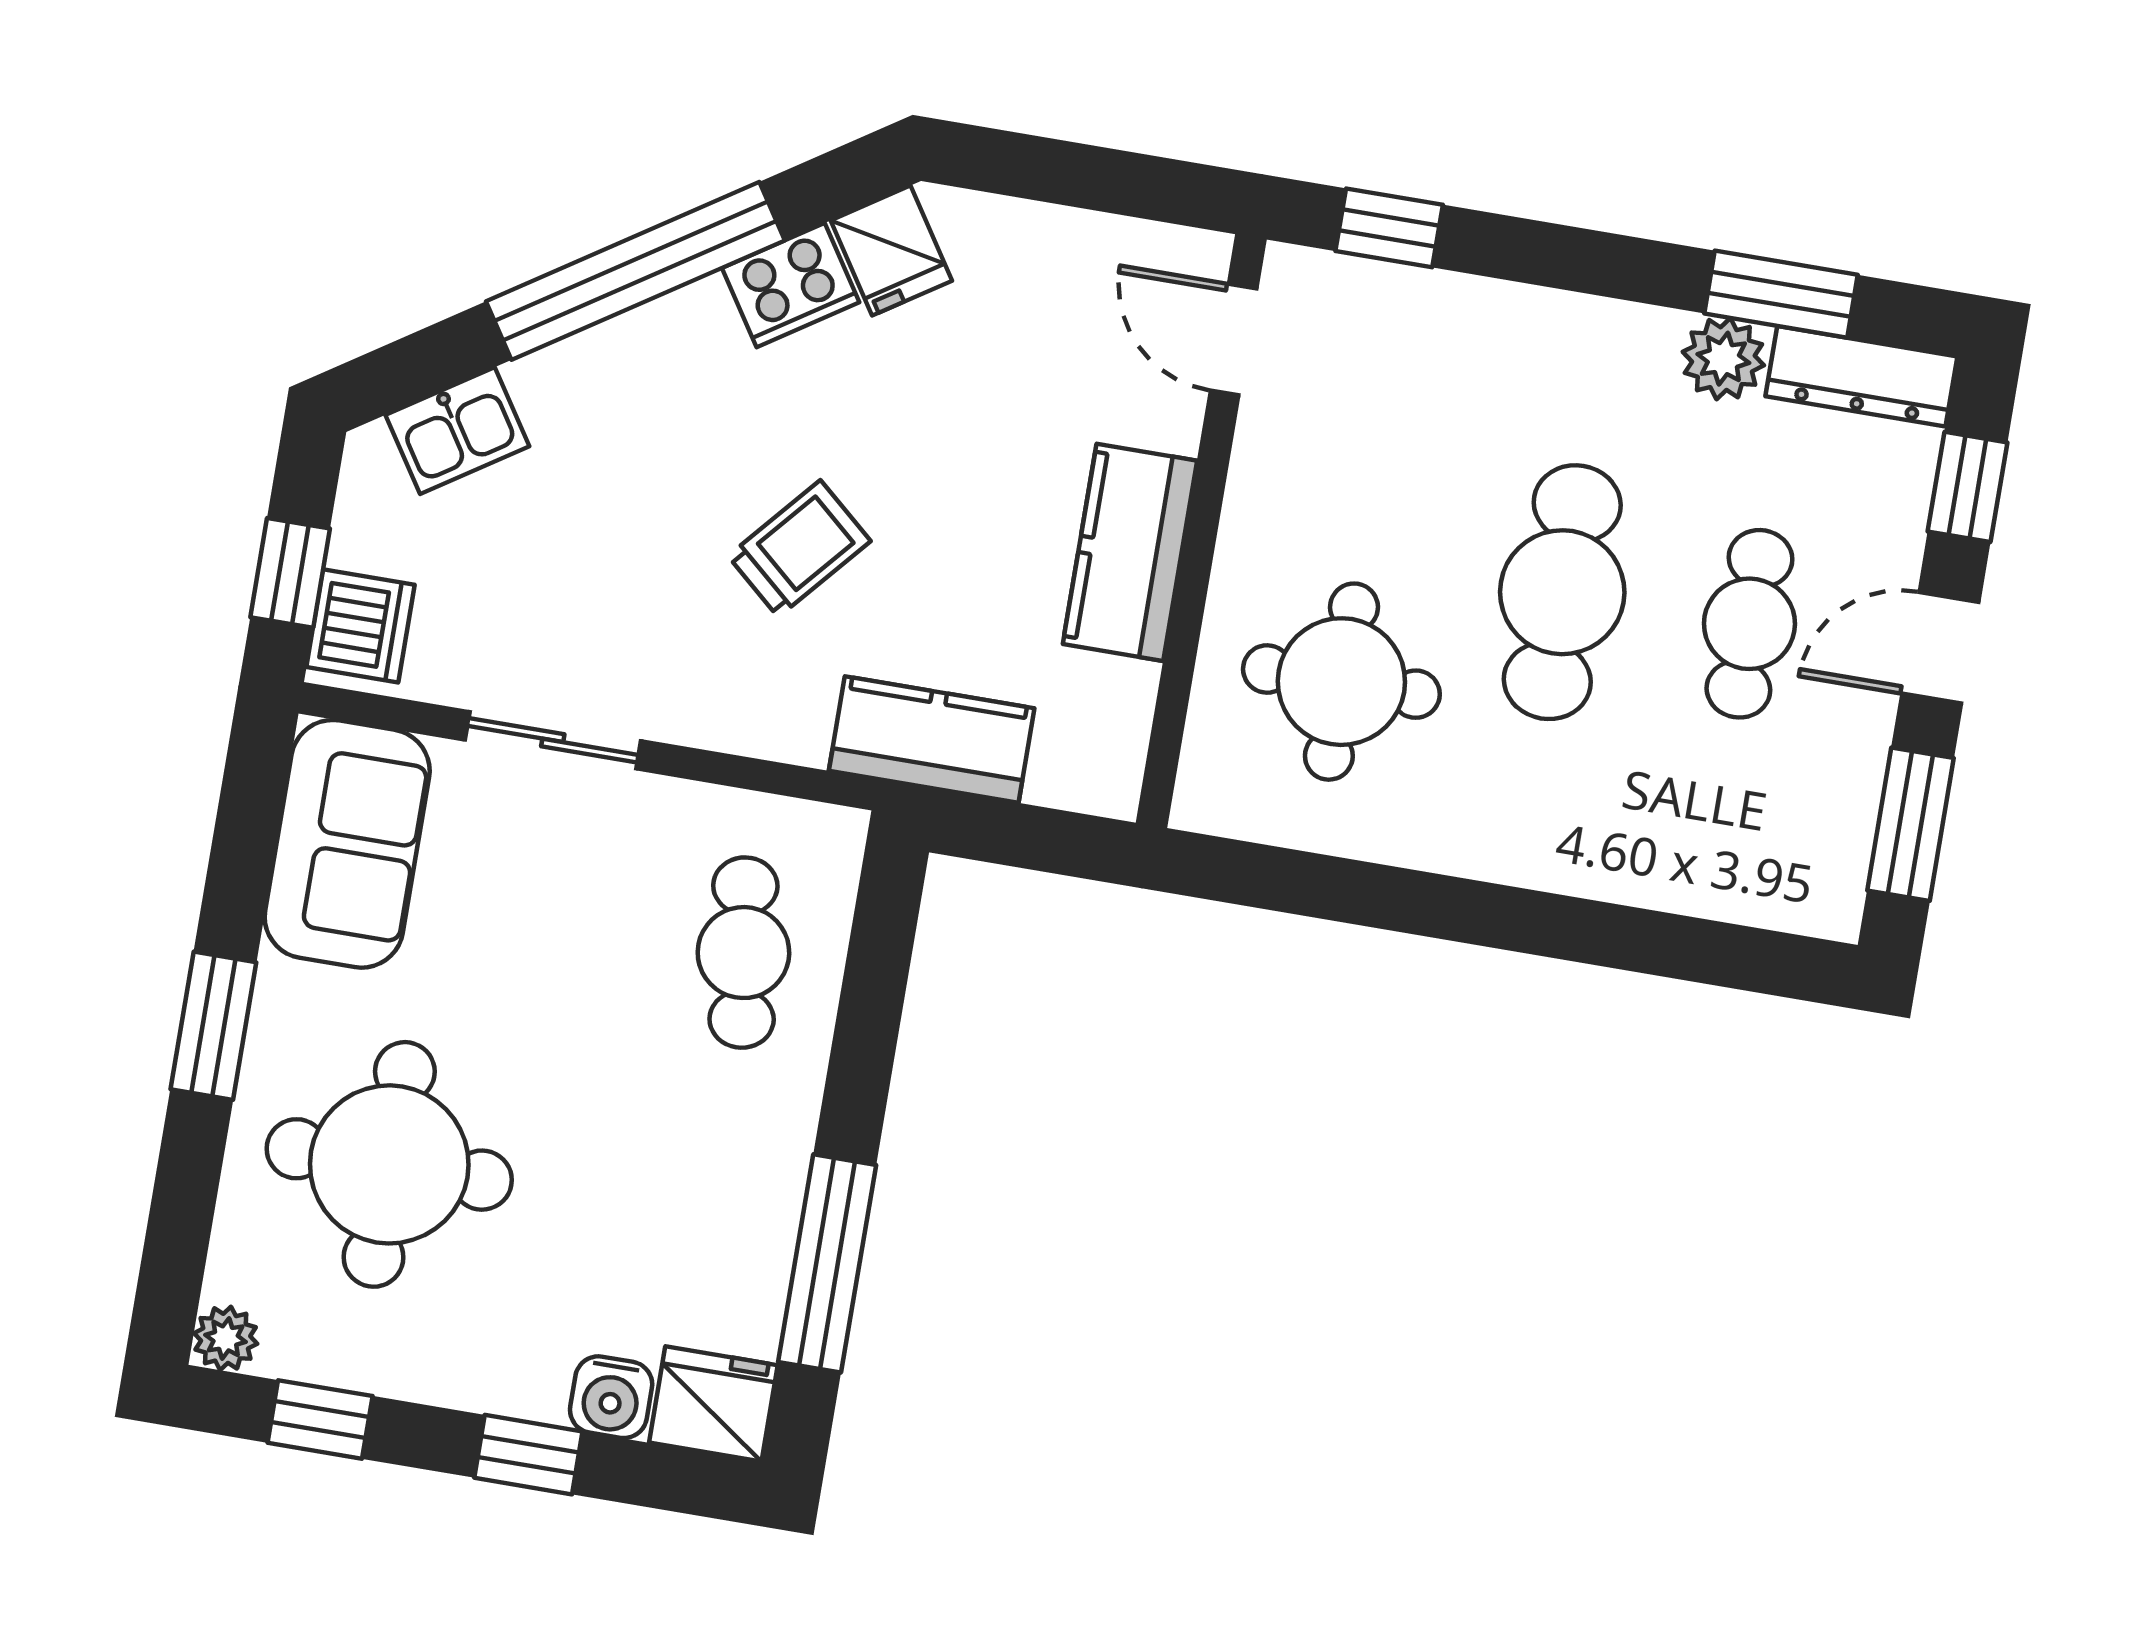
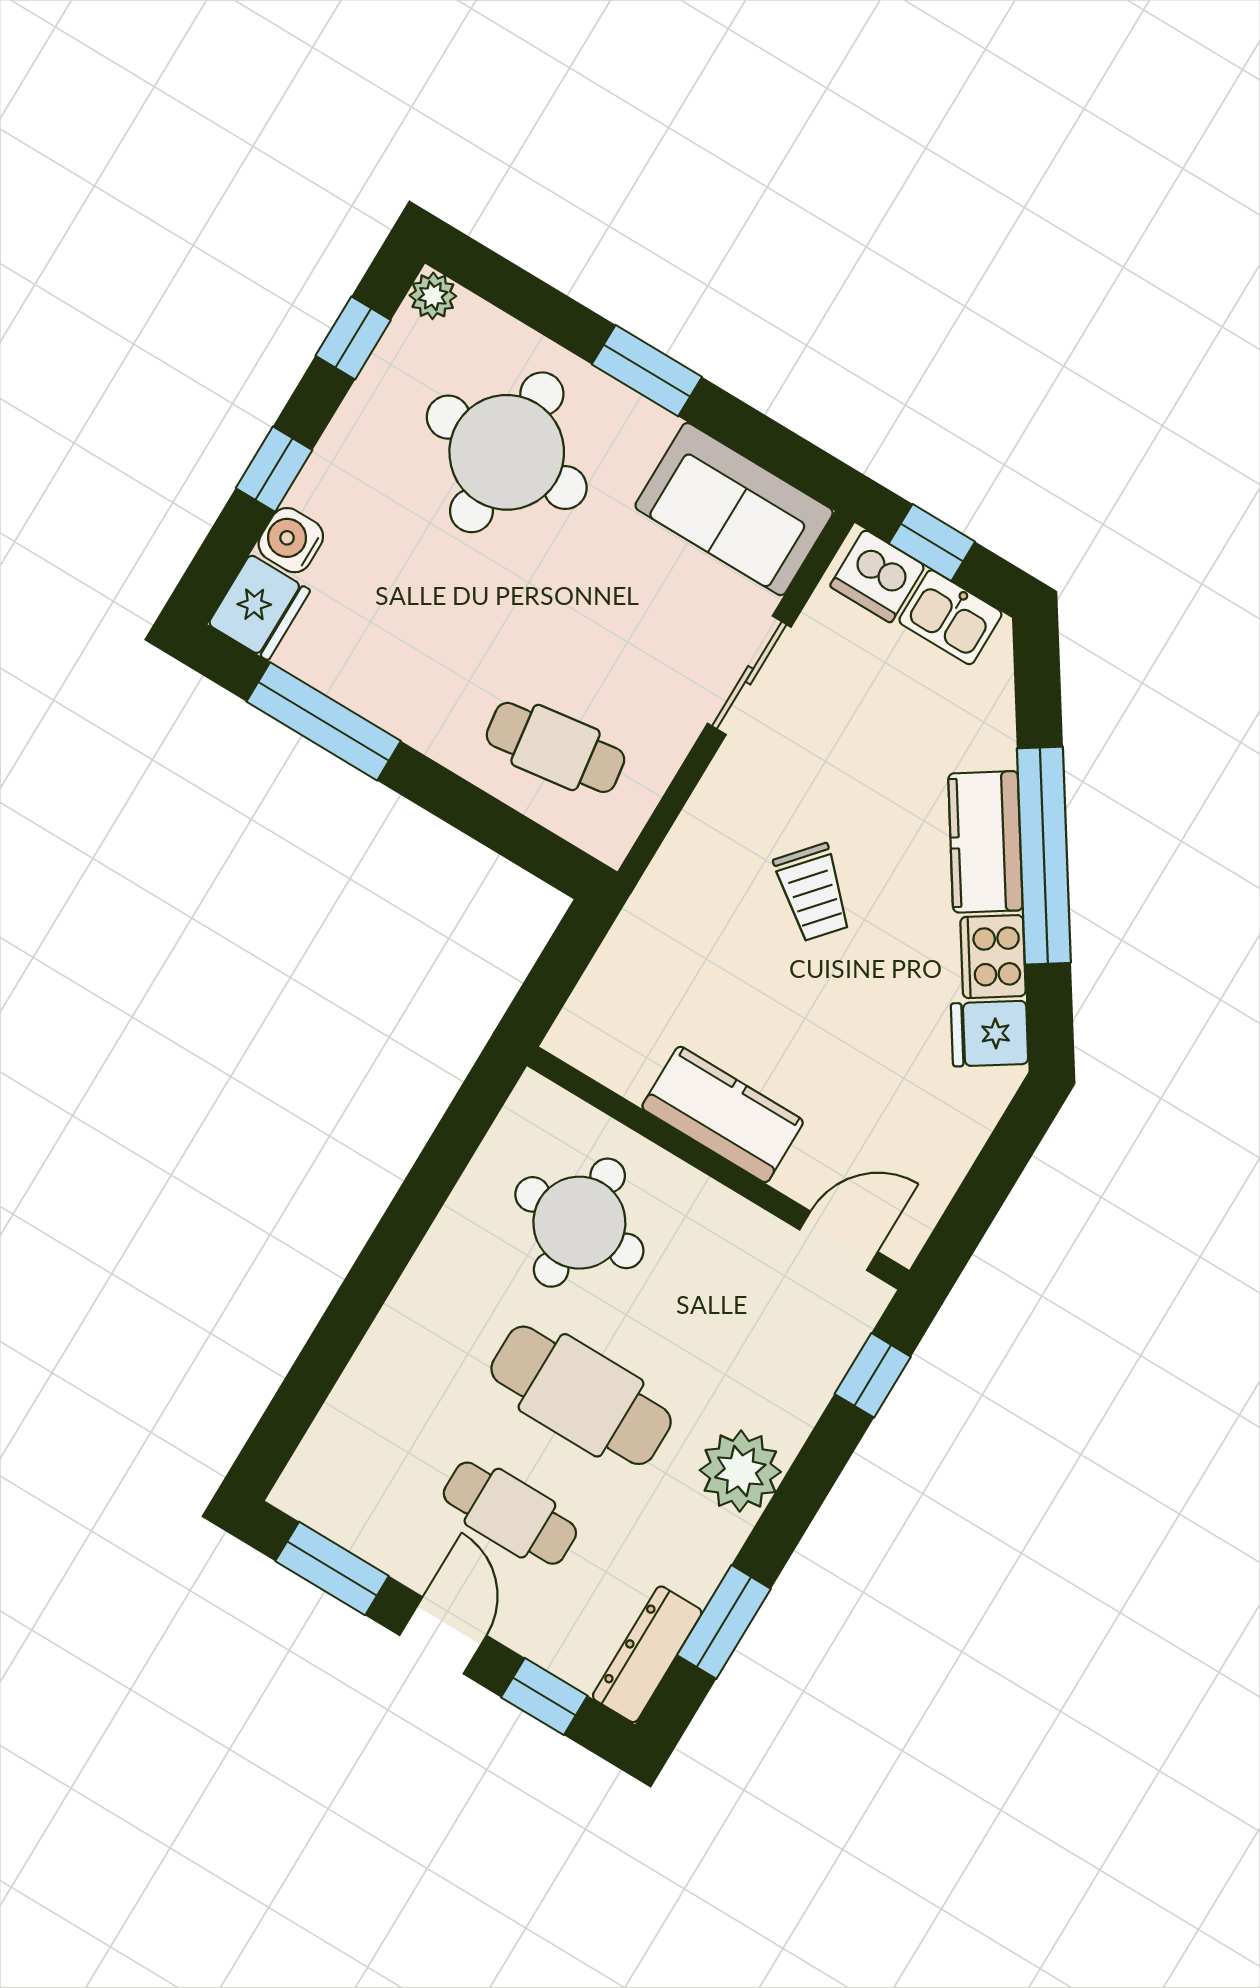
plant: (1723, 359) -> (740, 1471), moved, width x1.36, depth x1.36
kitchen sink: (457, 431) -> (950, 617), moved, turned -57
kitchen counter: (932, 740) -> (985, 842), moved, turned 147

